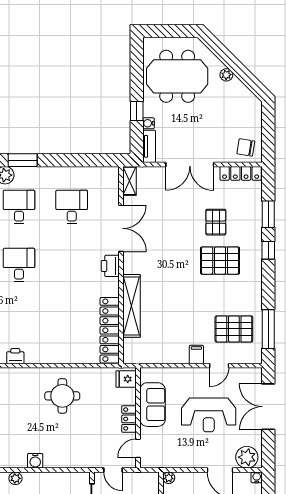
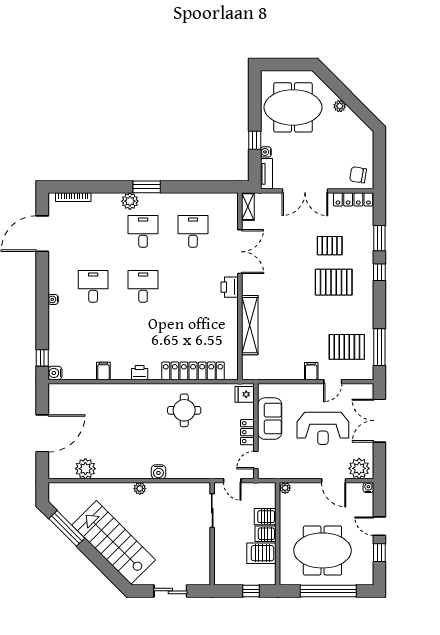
pallet: (216, 222) -> (330, 246), turned 90
locker: (110, 330) -> (193, 371), moved, turned 90

